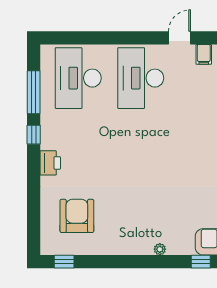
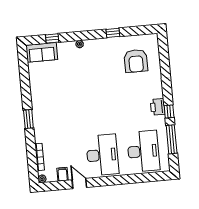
door: (179, 38) -> (79, 184), swing flipped
printer: (50, 163) -> (158, 107), moved
window: (64, 262) -> (113, 33), moved

